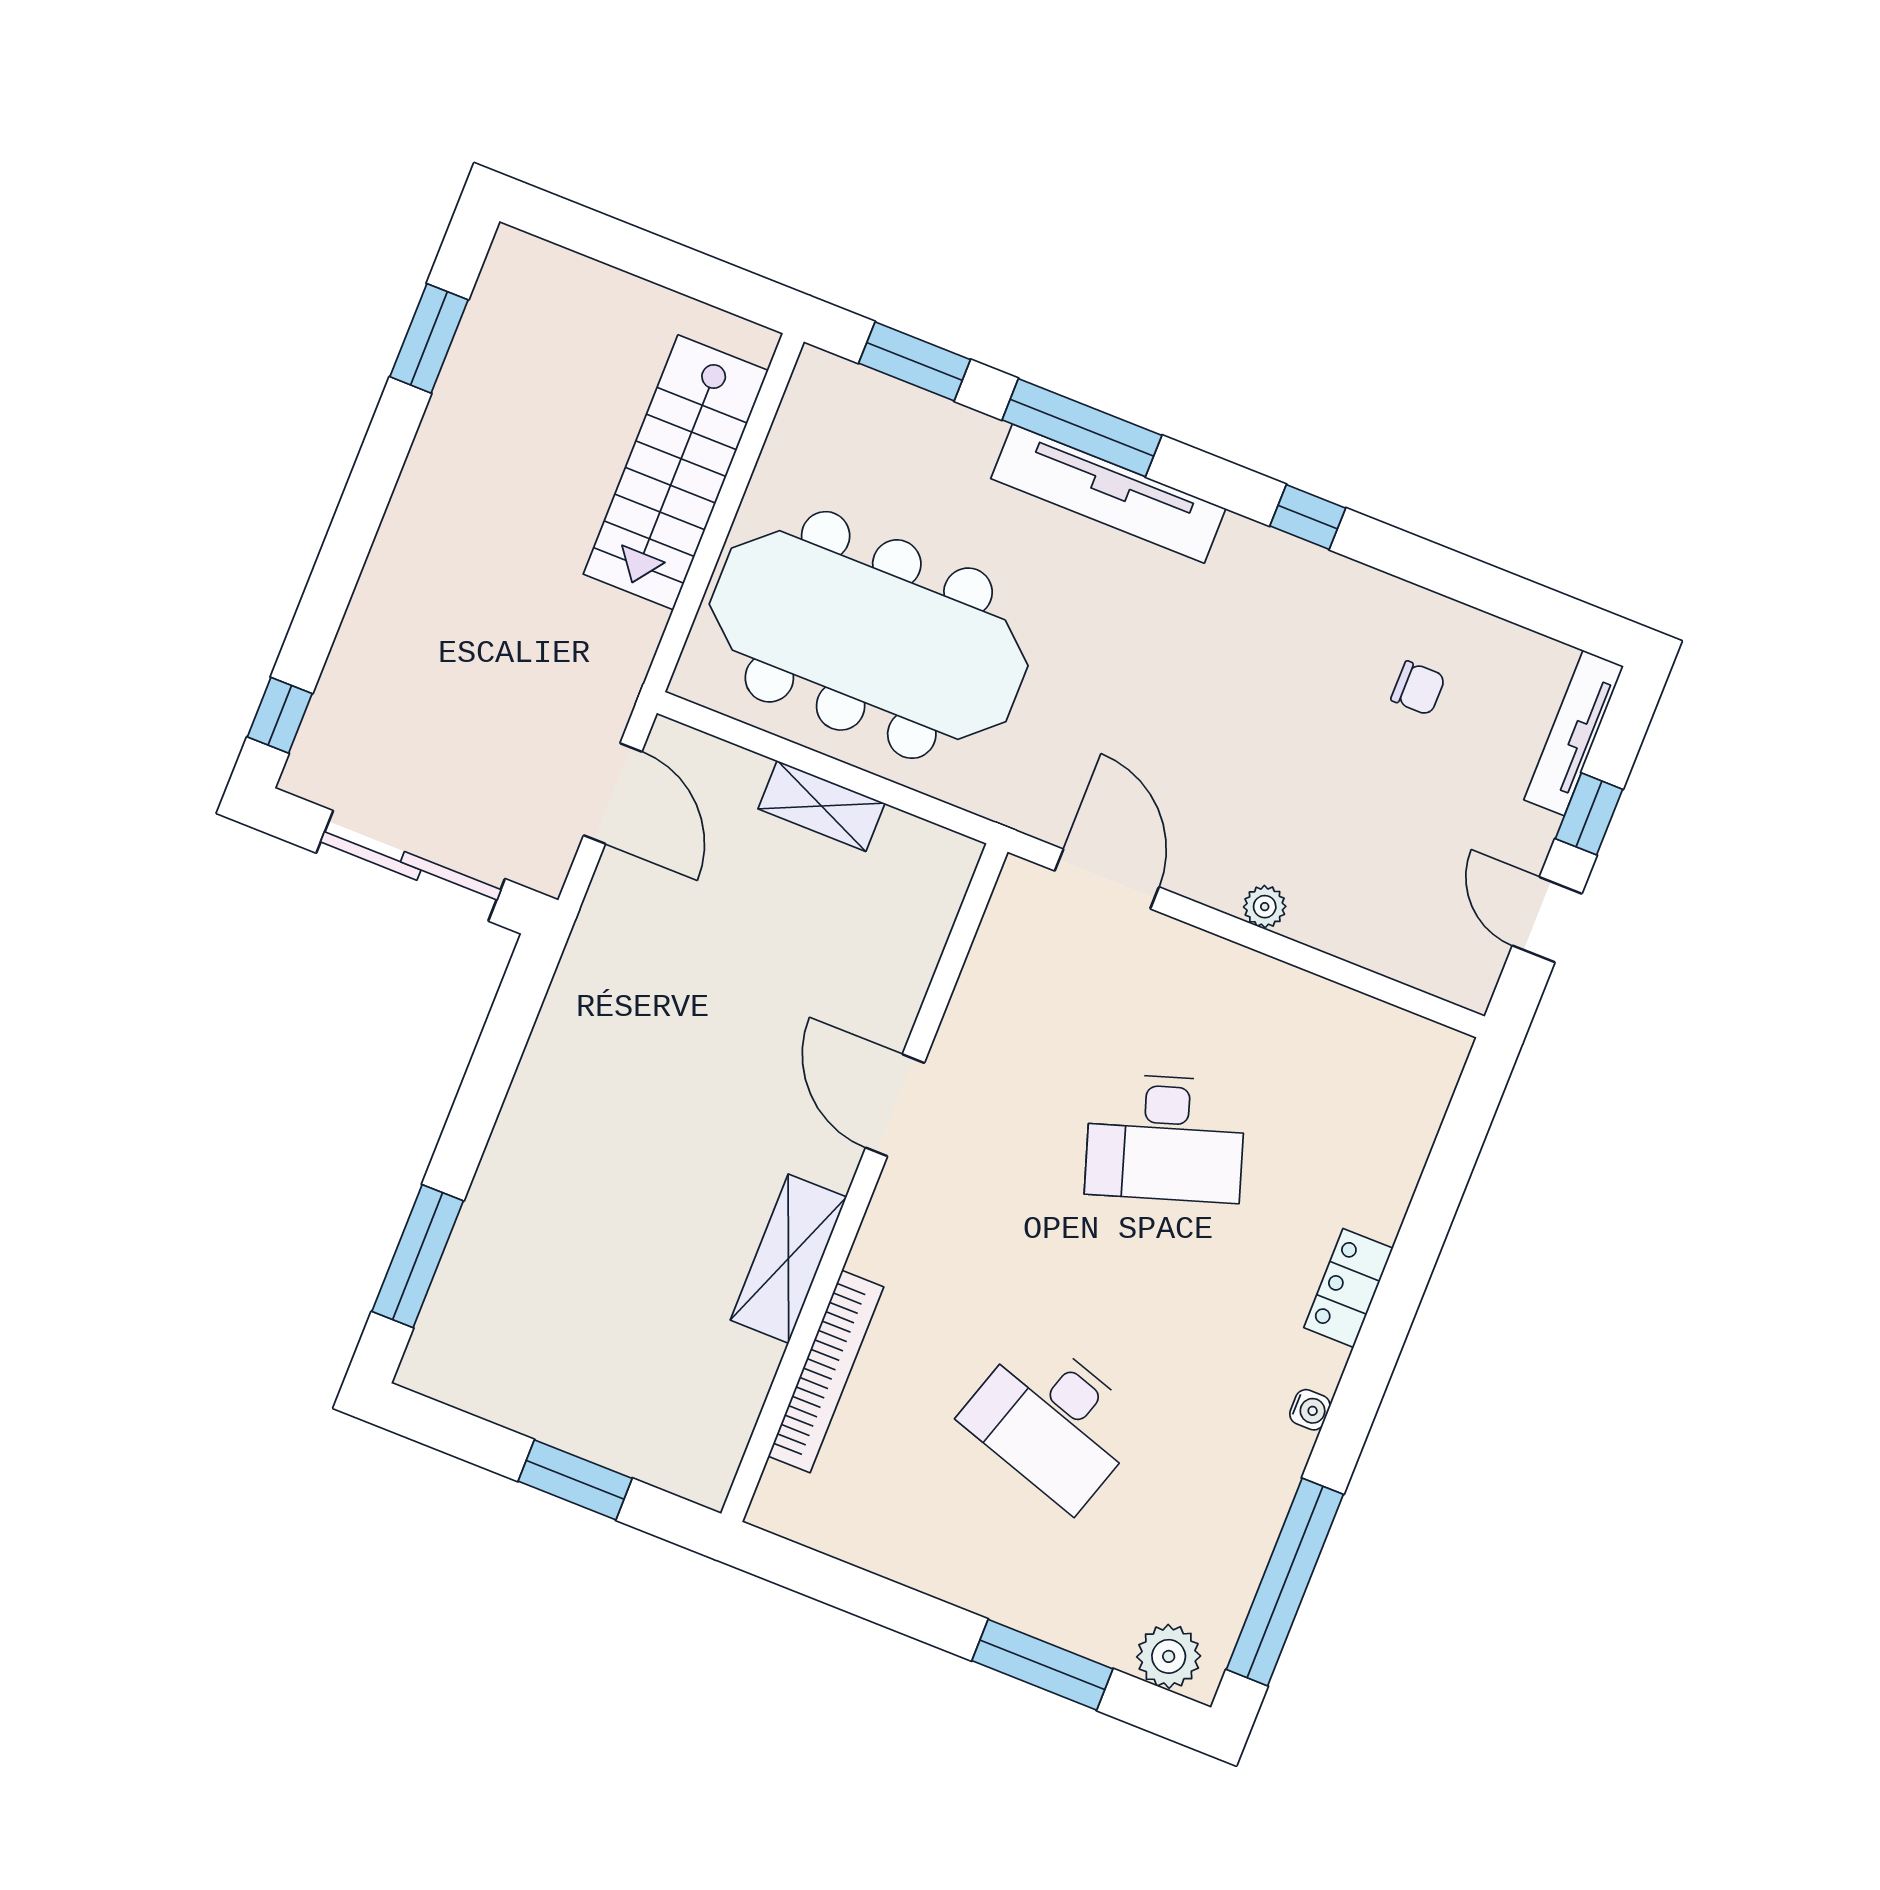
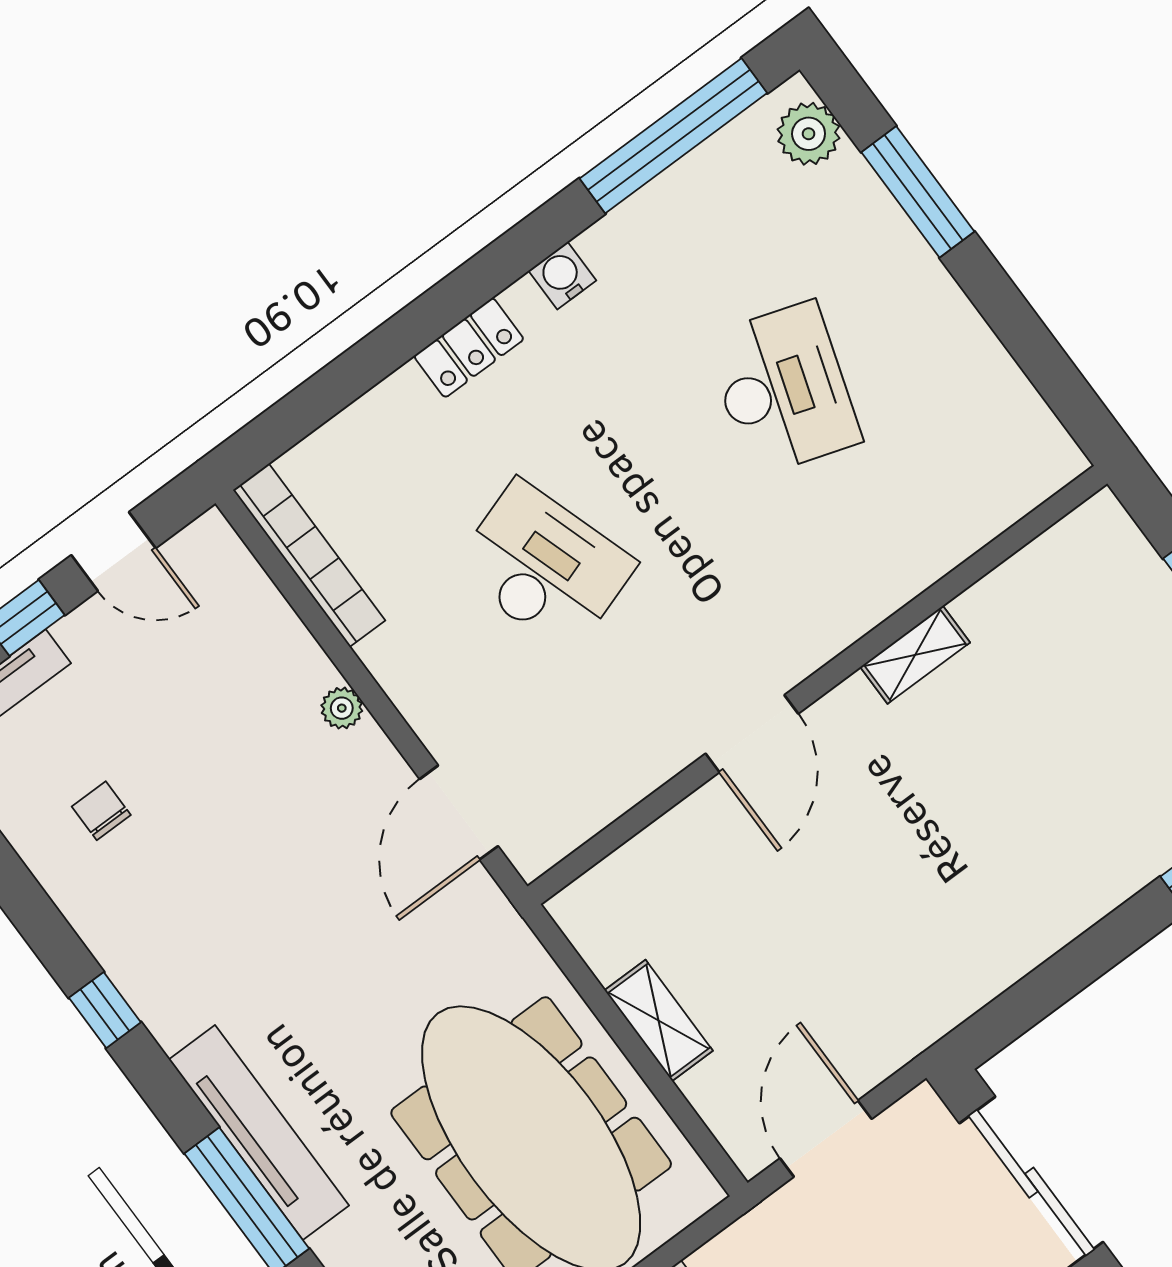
door: (1547, 920) -> (113, 552), hinge flipped
shelving: (788, 1259) -> (915, 655), width x0.67, depth x0.75
bookcase: (826, 1371) -> (309, 555), moved, turned 90
water cooler: (1310, 1410) -> (562, 276), width x1.38, depth x1.38

